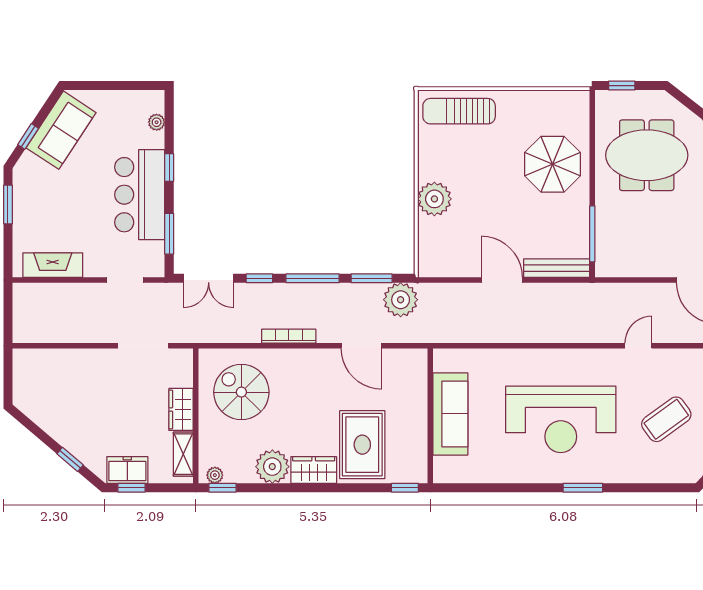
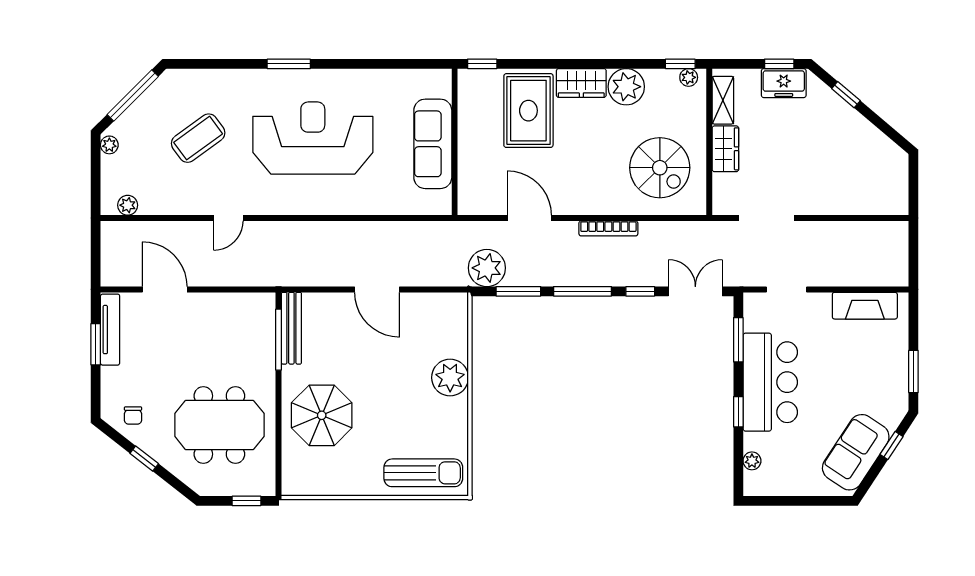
bench: (557, 268) -> (291, 328), moved, turned 90

